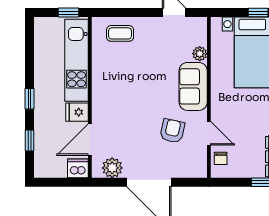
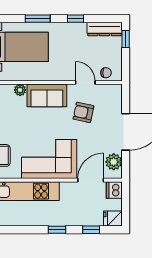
corner sofa: (116, 89) -> (49, 159), added
fridge: (77, 112) -> (113, 218), moved, turned 90
door: (209, 133) -> (85, 83), hinge flipped
door: (90, 140) -> (91, 180), swing flipped

